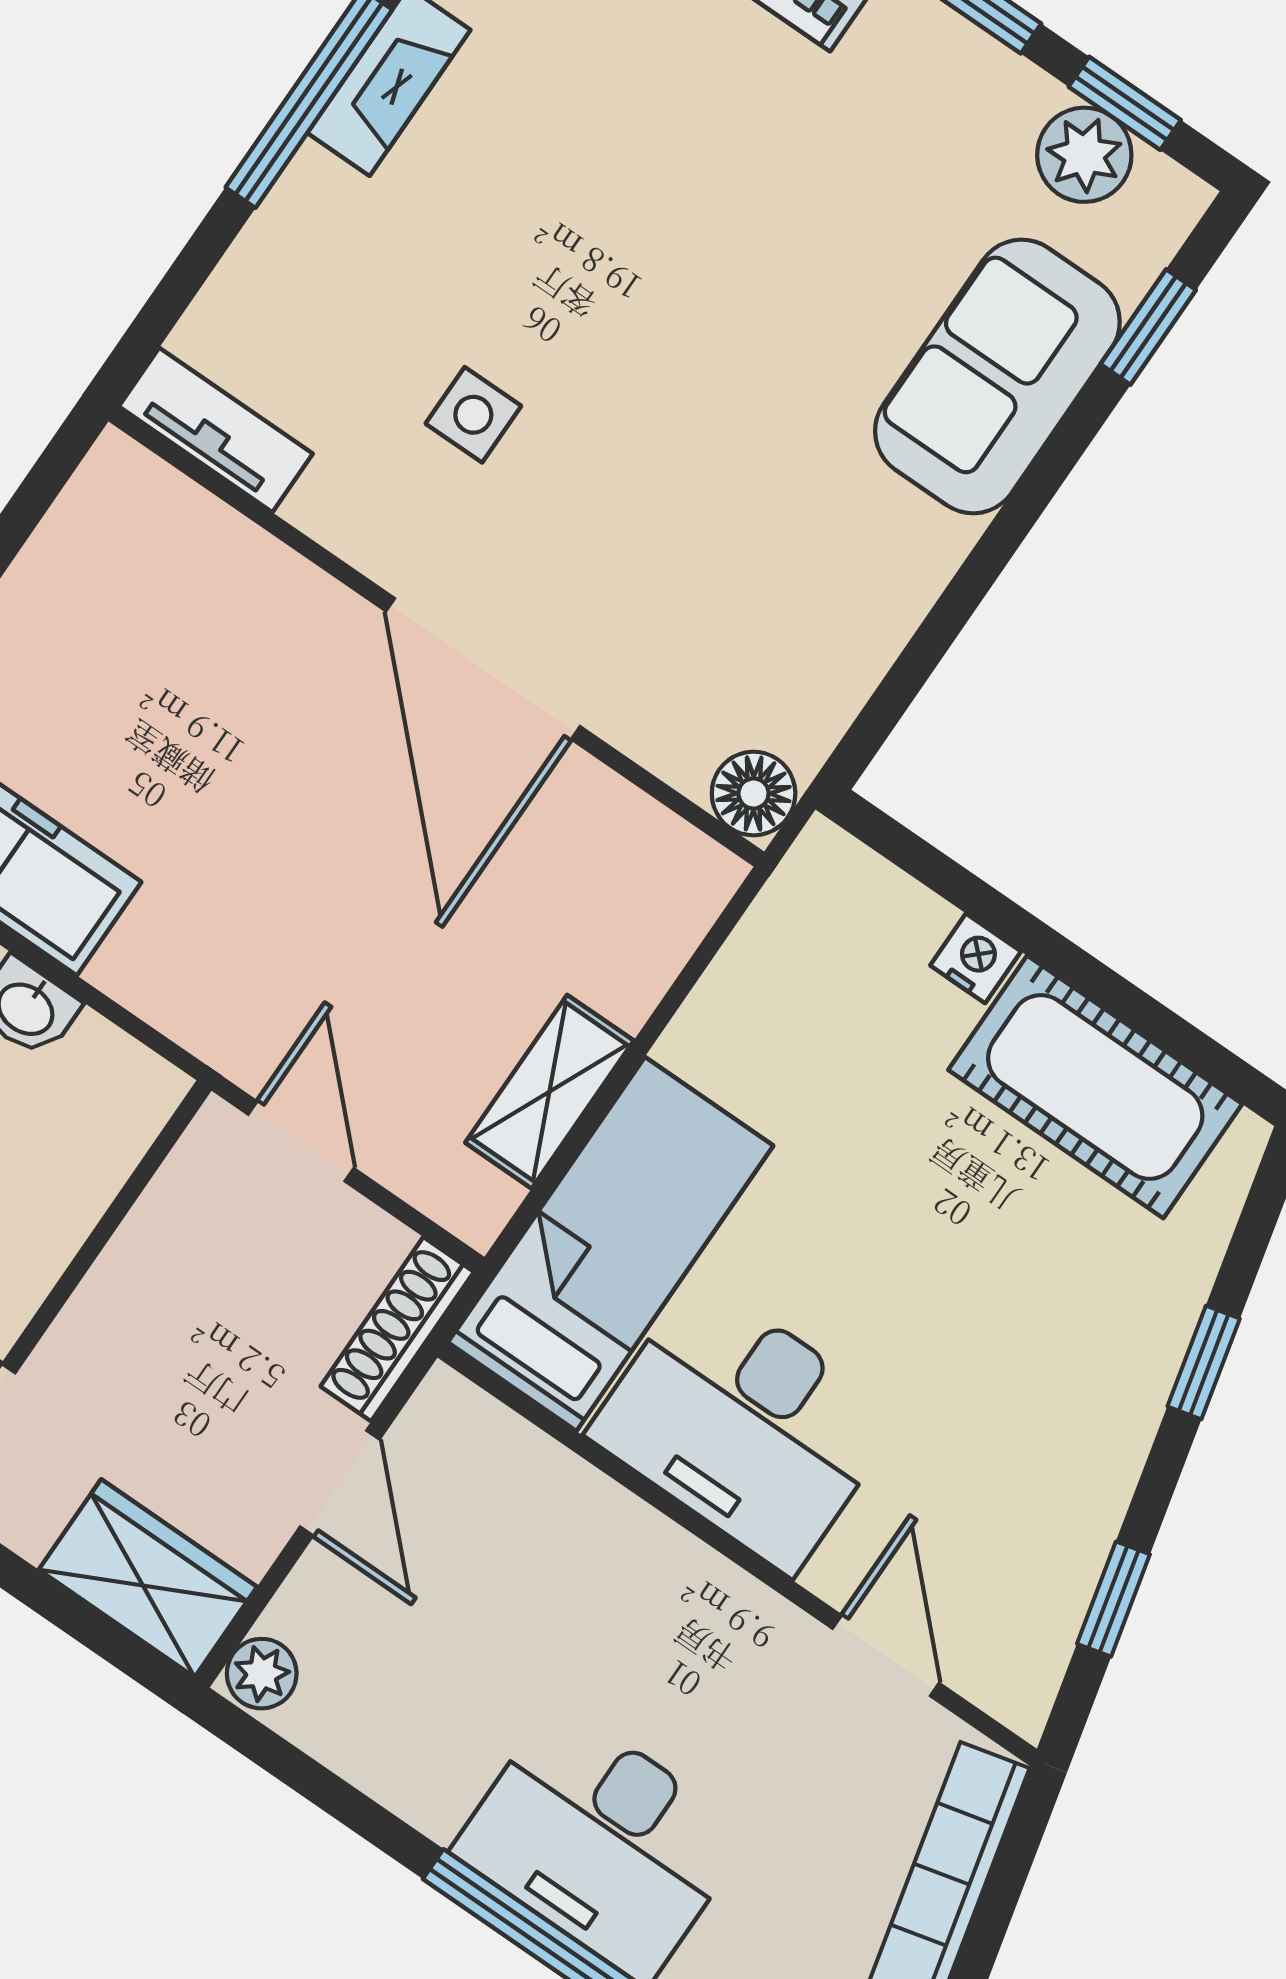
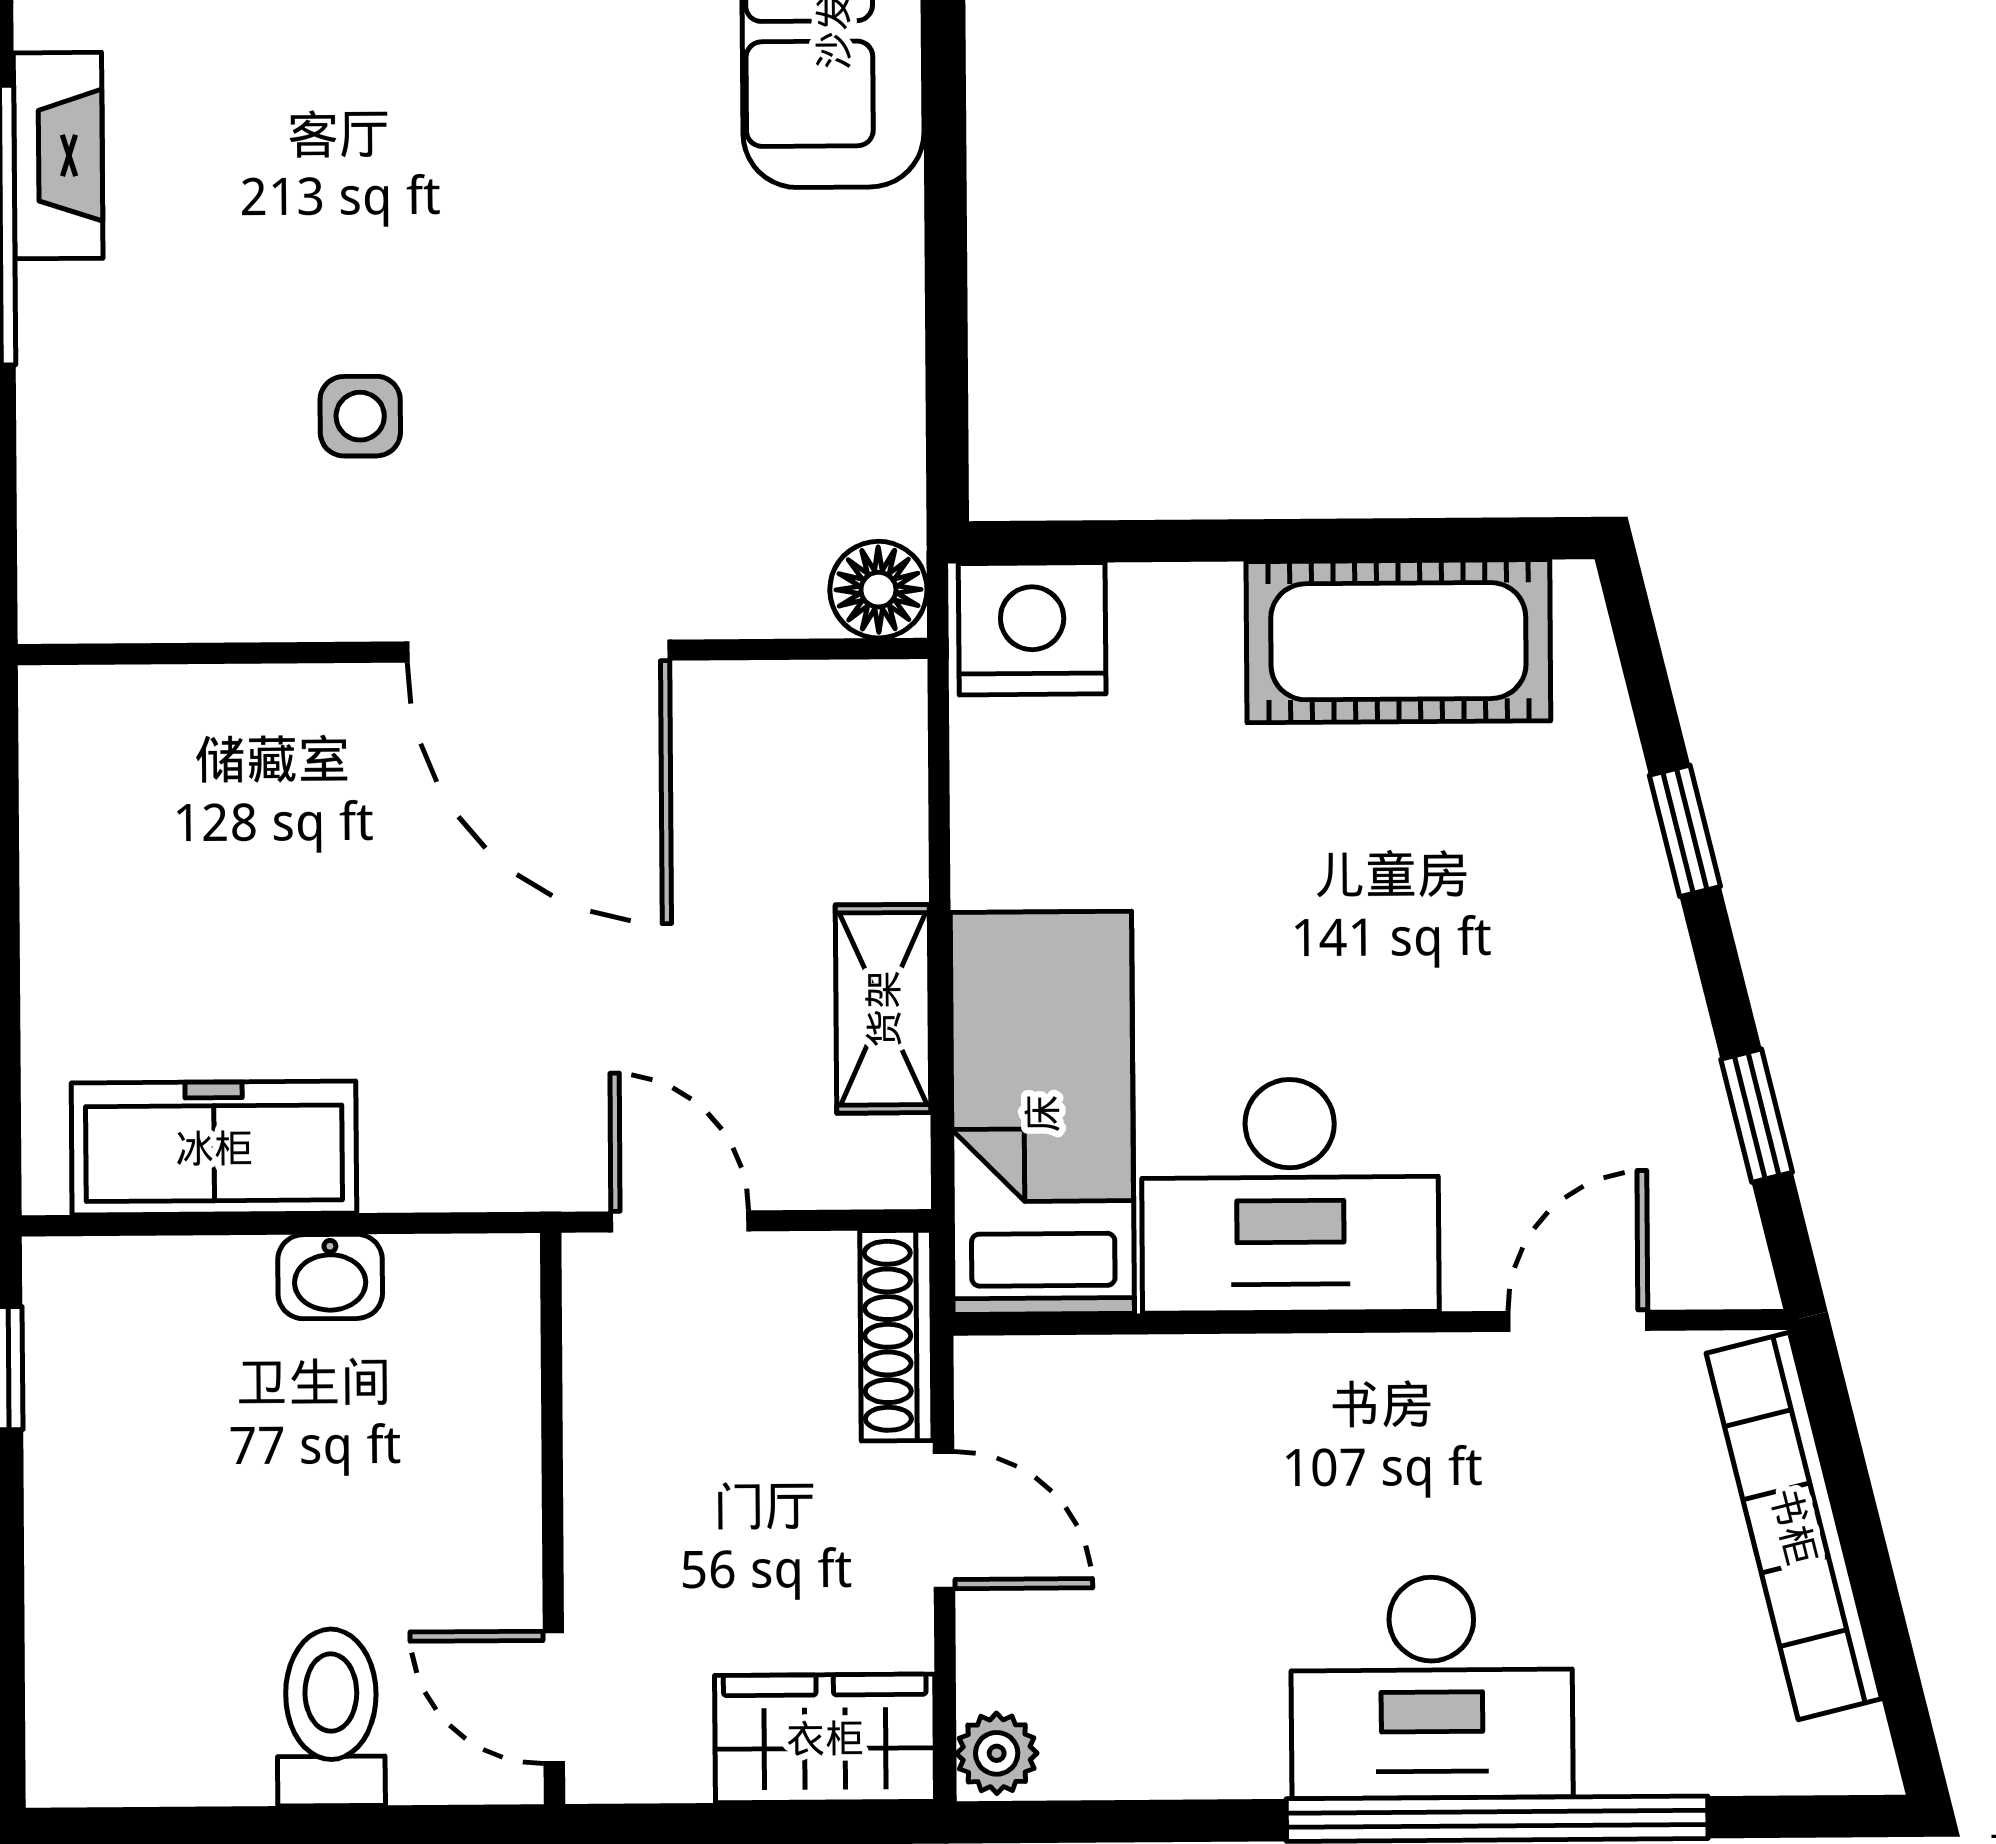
tv unit: (216, 430) -> (126, 602), removed
nightstand: (976, 958) -> (1032, 629), moved, width x1.89, depth x1.79
door: (886, 1656) -> (1578, 1321), hinge flipped

